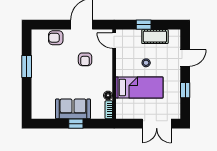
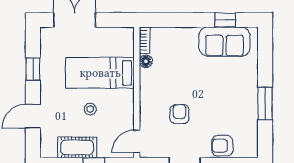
armchair: (56, 38) -> (222, 146), turned 180
door: (114, 41) -> (137, 141), swing flipped
sofa: (73, 109) -> (224, 42), moved
window: (76, 124) -> (225, 20), moved

